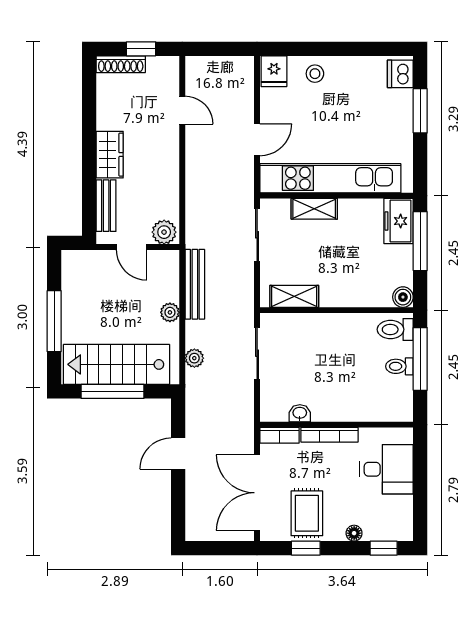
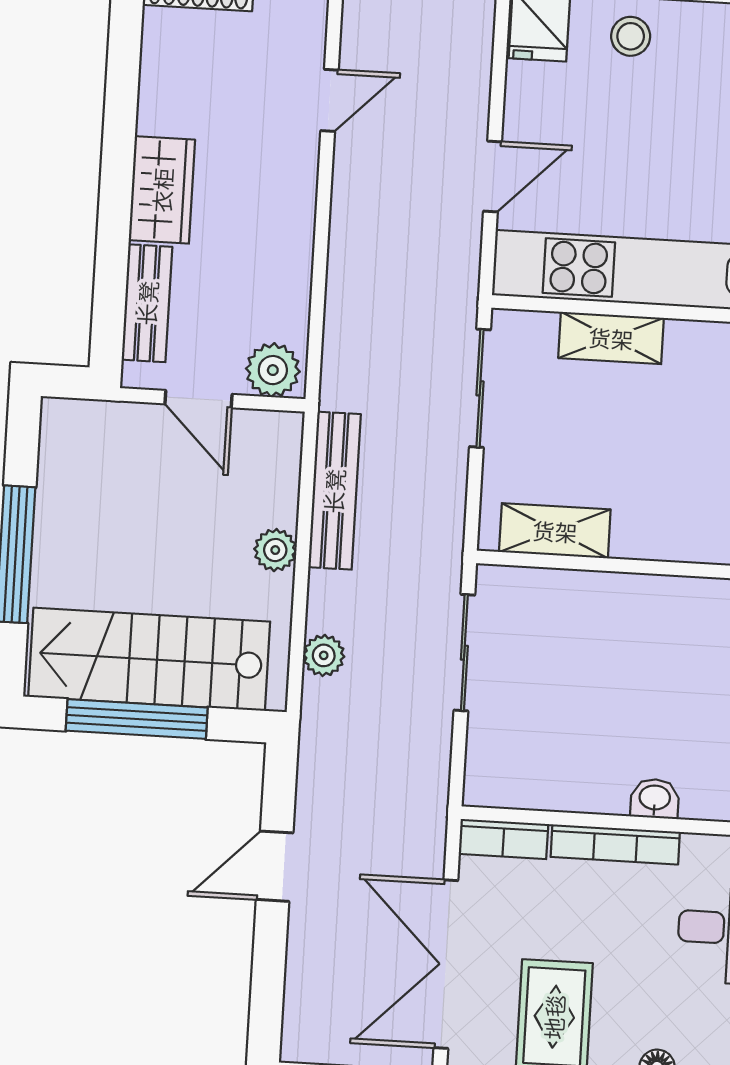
door: (182, 110) -> (330, 100), hinge flipped
washbasin: (300, 413) -> (655, 799), moved

